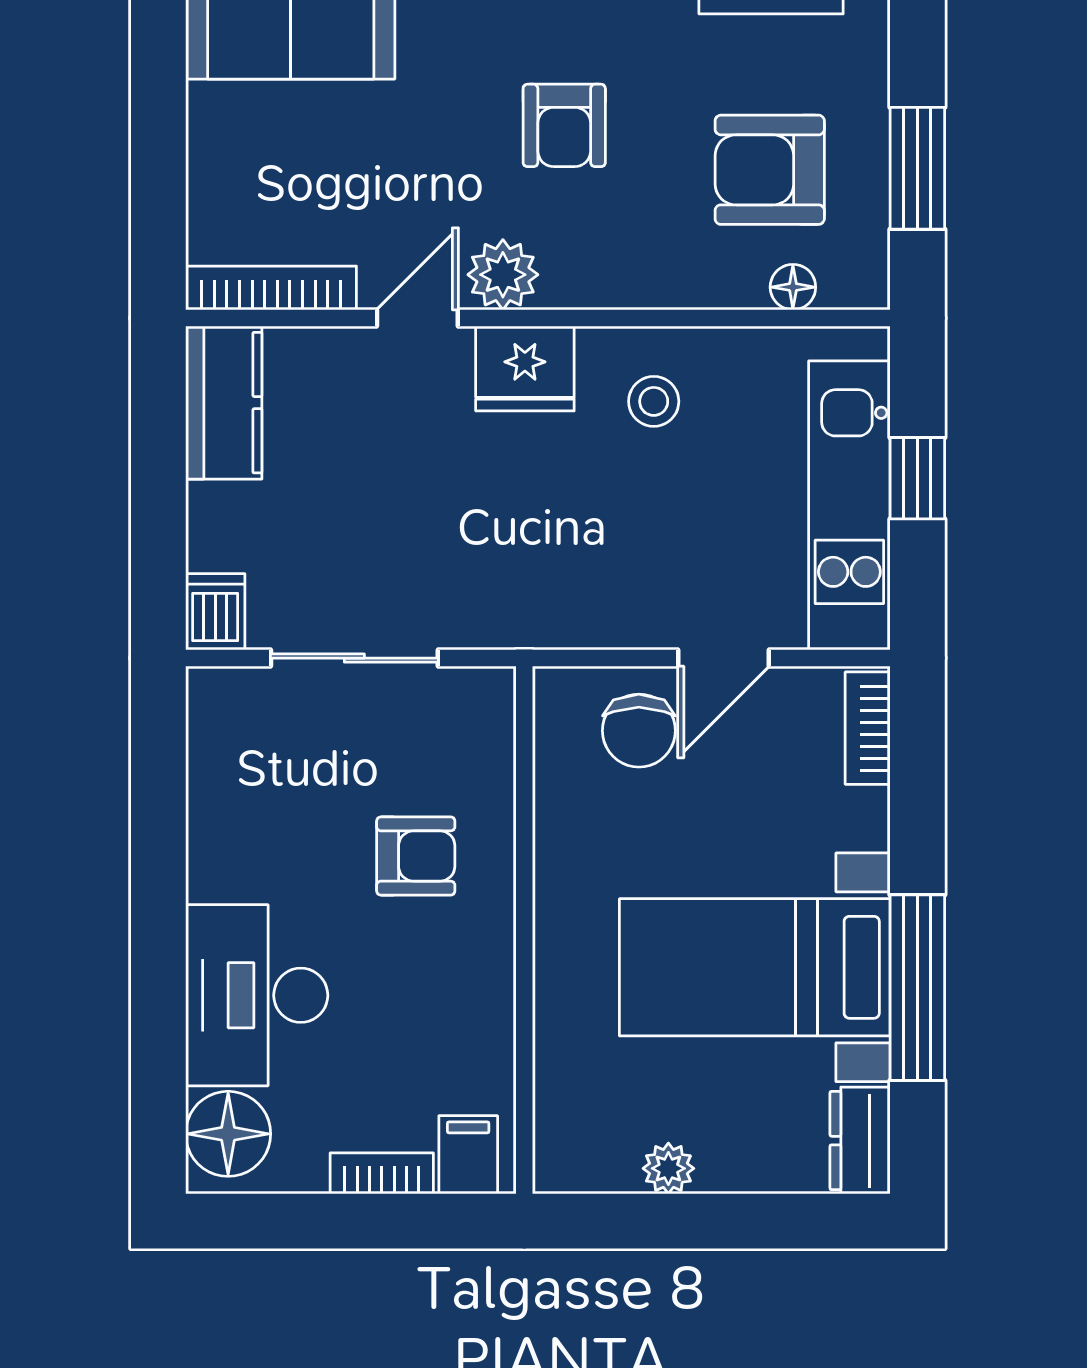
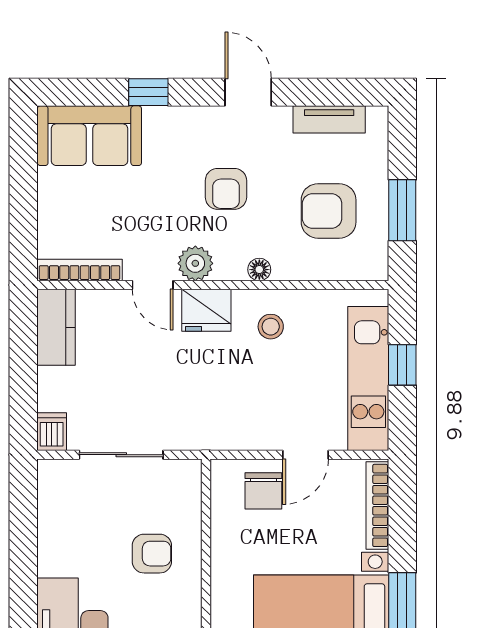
floor lamp: (793, 287) -> (259, 270), moved
door: (417, 318) -> (153, 285), swing flipped
bookcase: (868, 728) -> (377, 505), width x1.56

